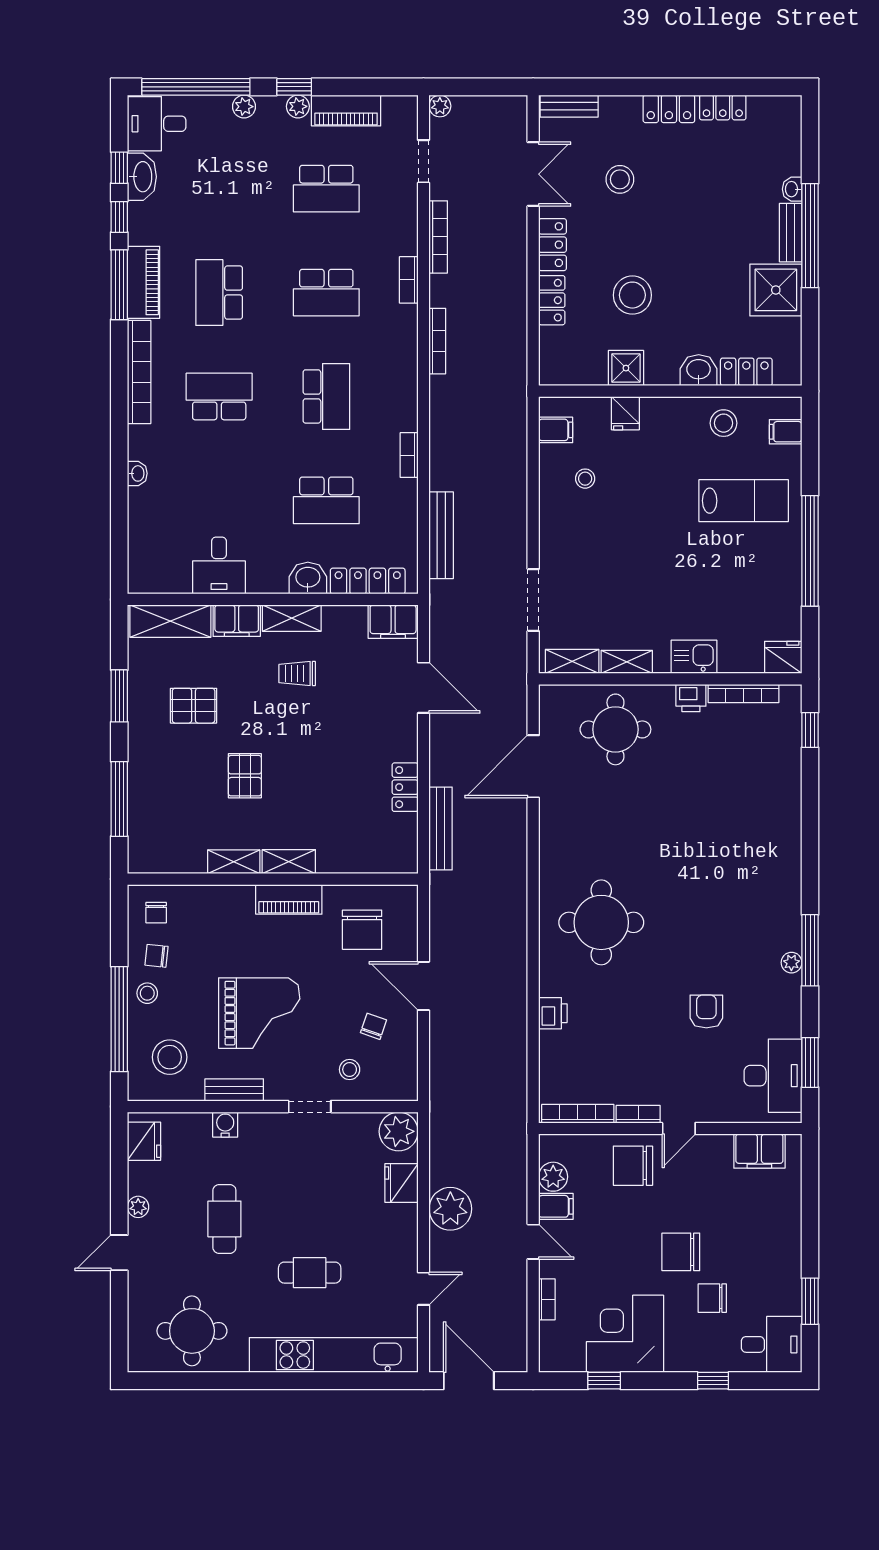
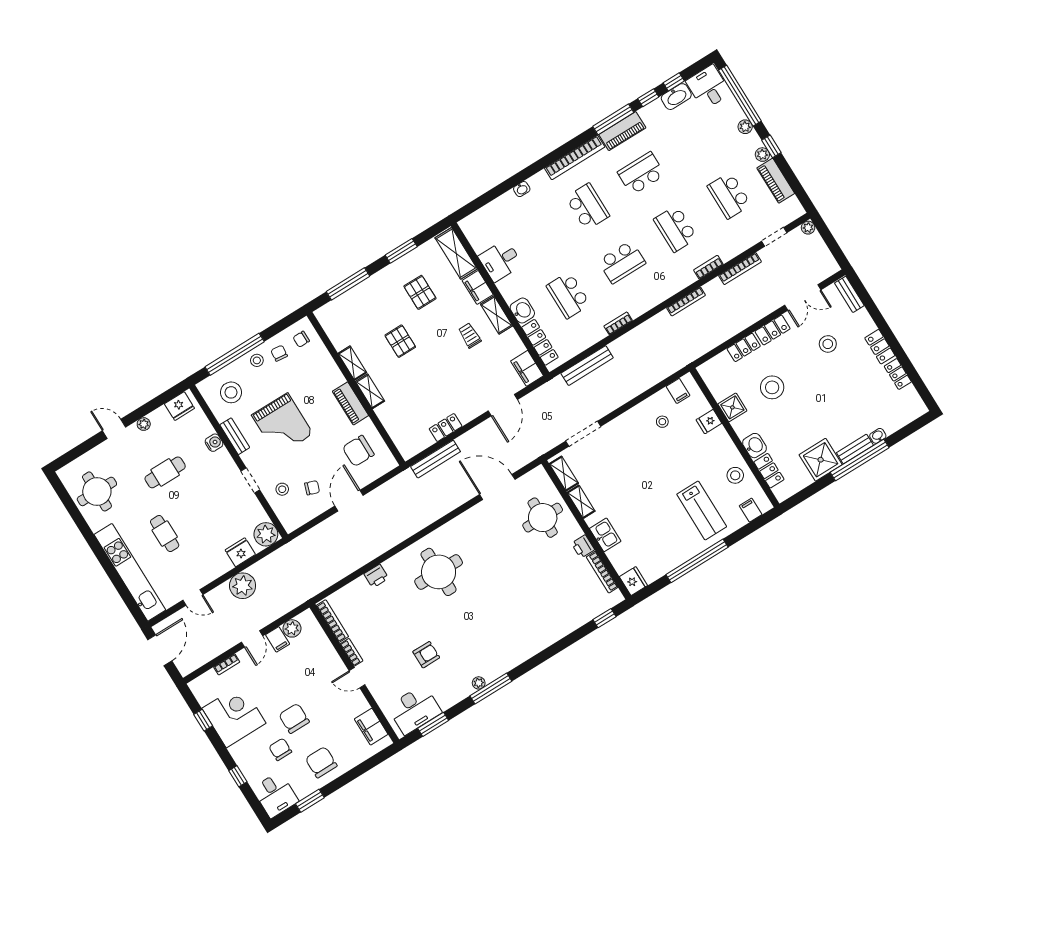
pallet: (245, 776) -> (400, 341), turned 90
chair: (633, 1166) -> (321, 762), moved

